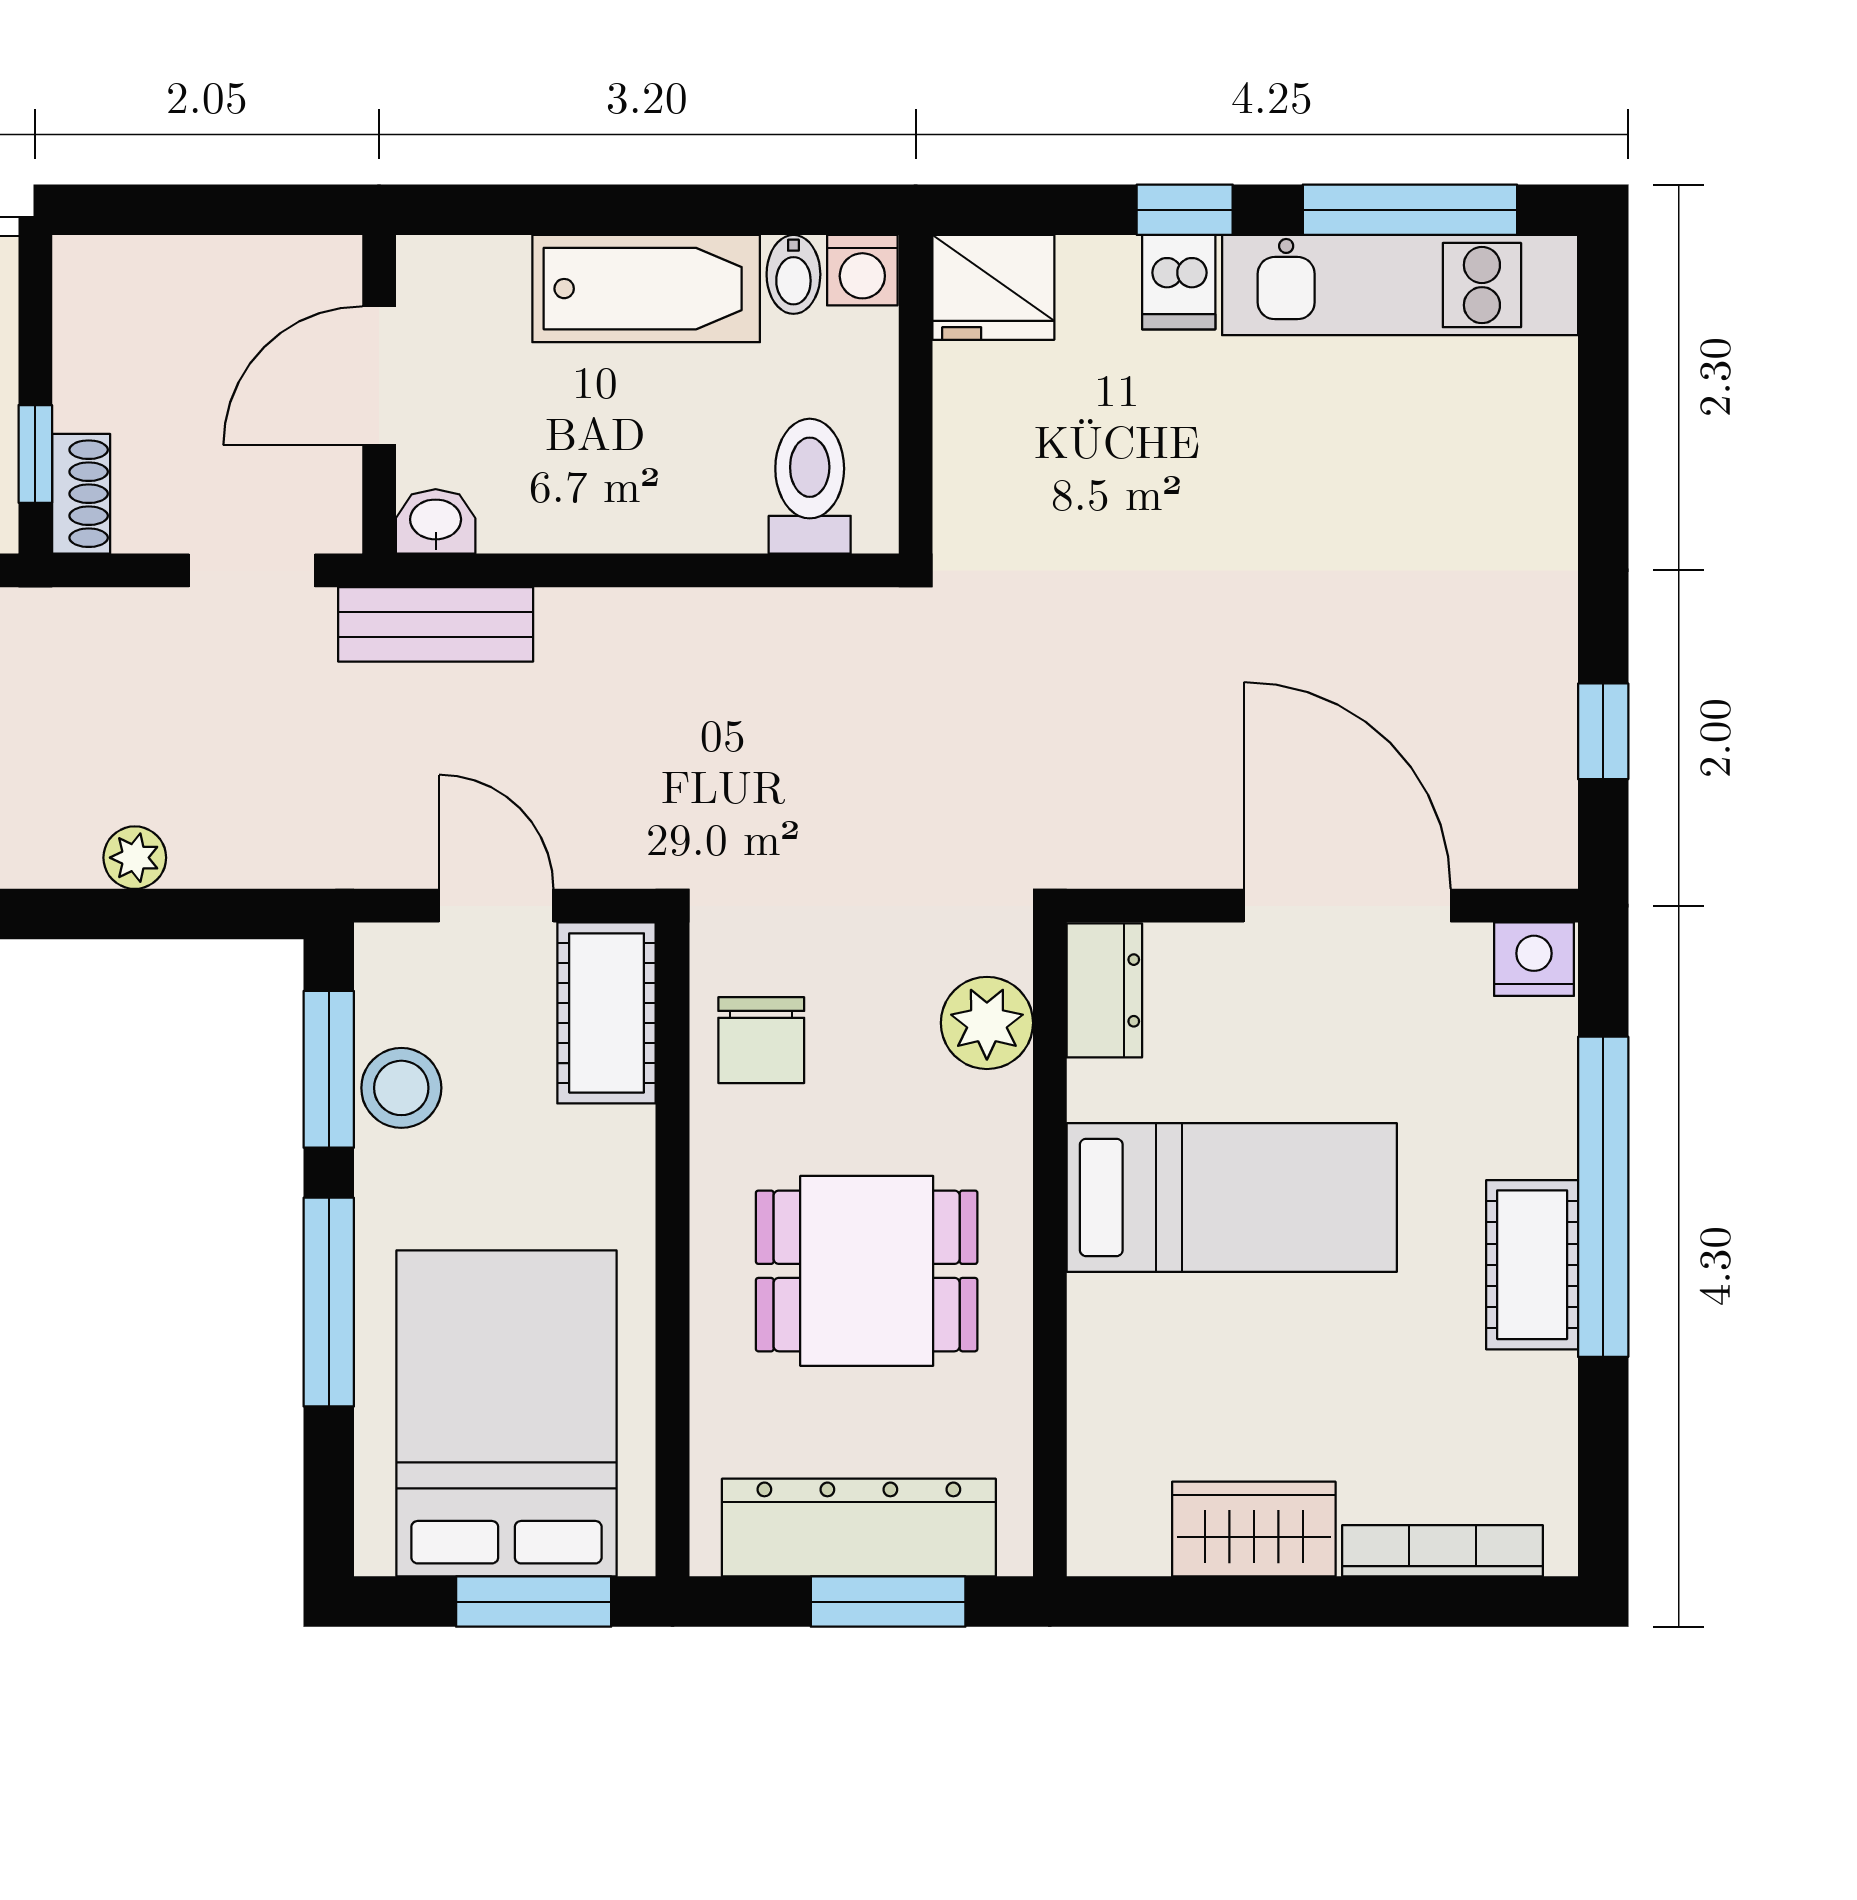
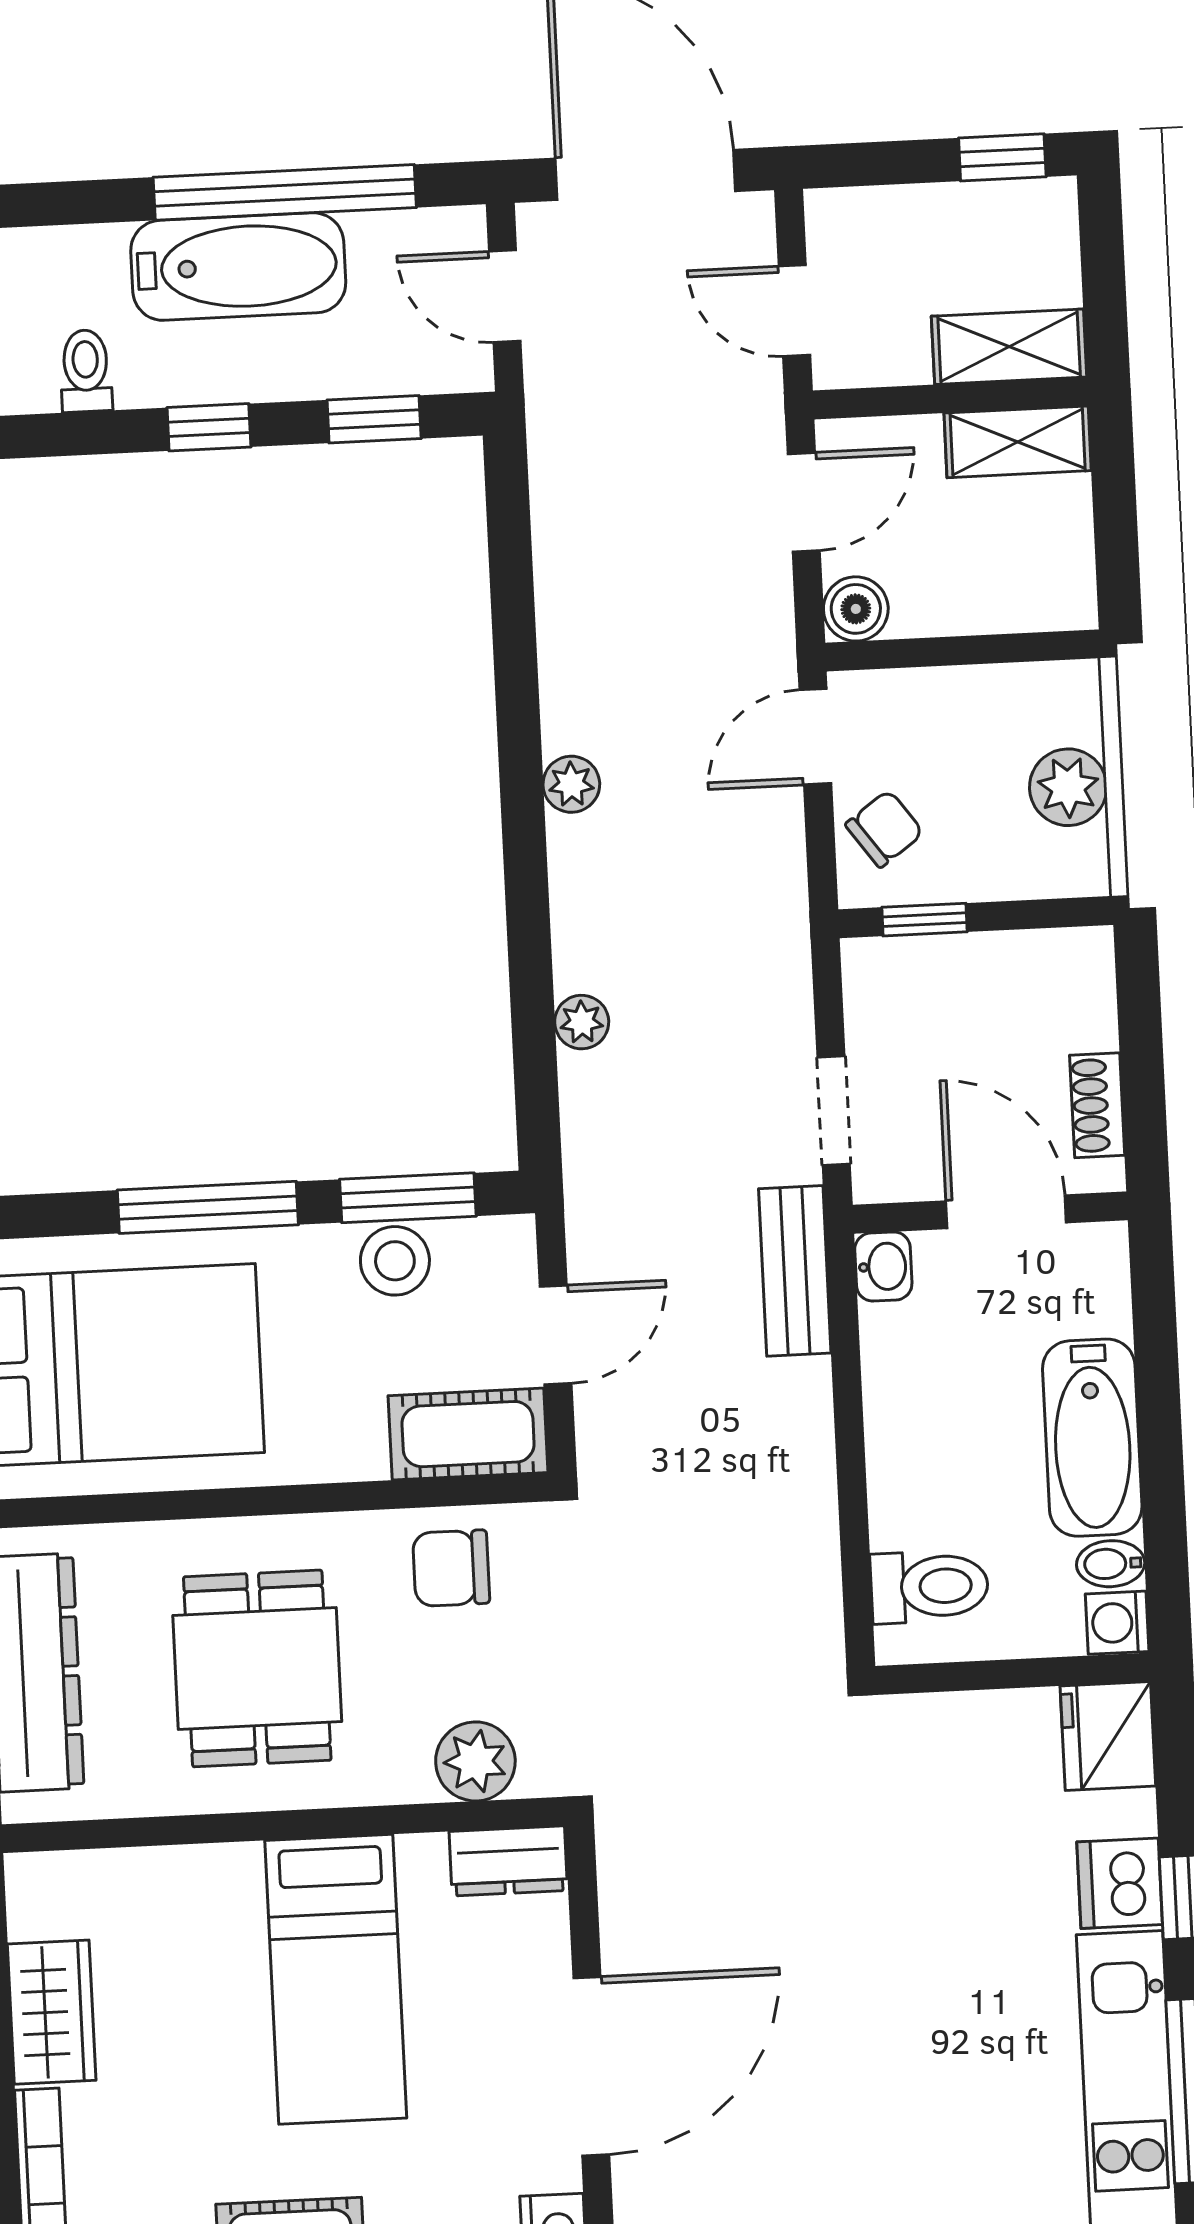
dishwasher: (1179, 282) -> (1120, 1883), width x1.38
shoe rack: (81, 494) -> (1097, 1105), moved, turned 90

